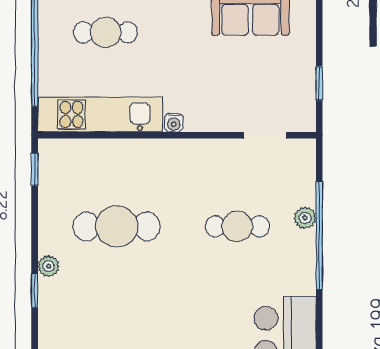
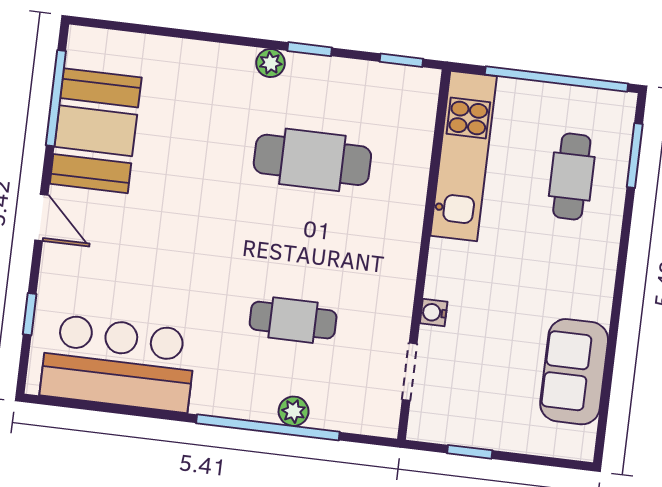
water cooler: (174, 123) -> (434, 312), moved
cafe table: (117, 226) -> (312, 160), turned 90
cafe table: (237, 226) -> (293, 320), turned 90
window: (35, 291) -> (310, 49), moved

